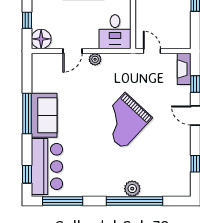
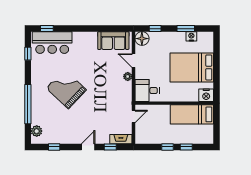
window: (27, 113) -> (89, 29), removed
sofa: (44, 115) -> (113, 41), moved
grand piano: (124, 121) -> (66, 89), moved
plant: (132, 189) -> (37, 131), moved
window: (63, 201) -> (28, 54), width x0.46

